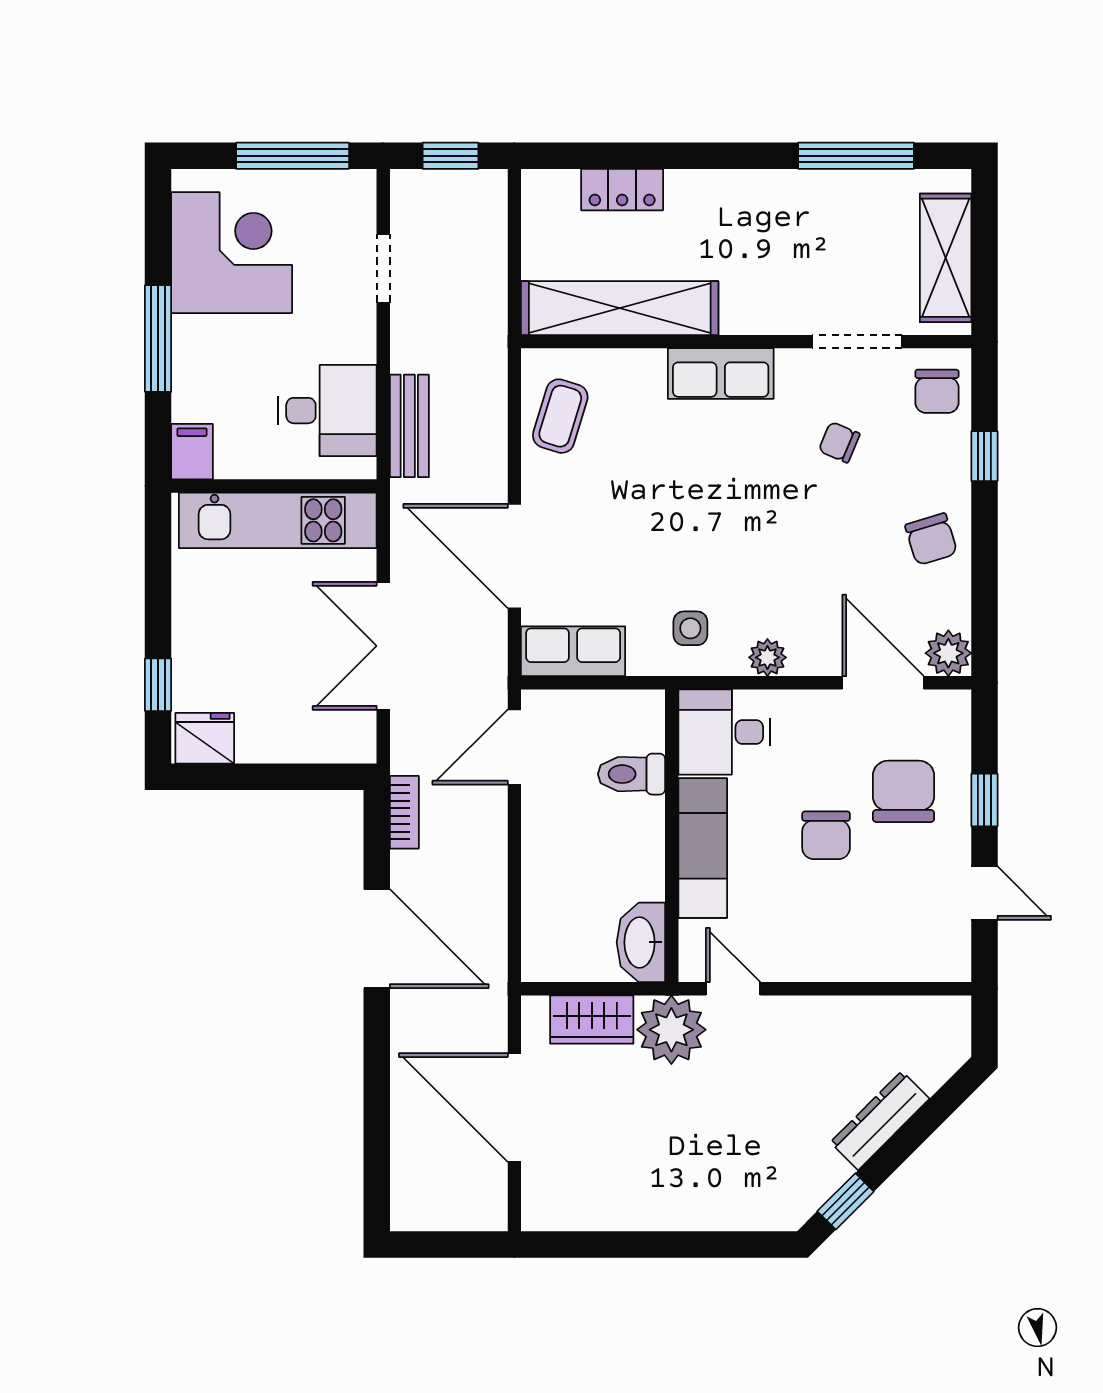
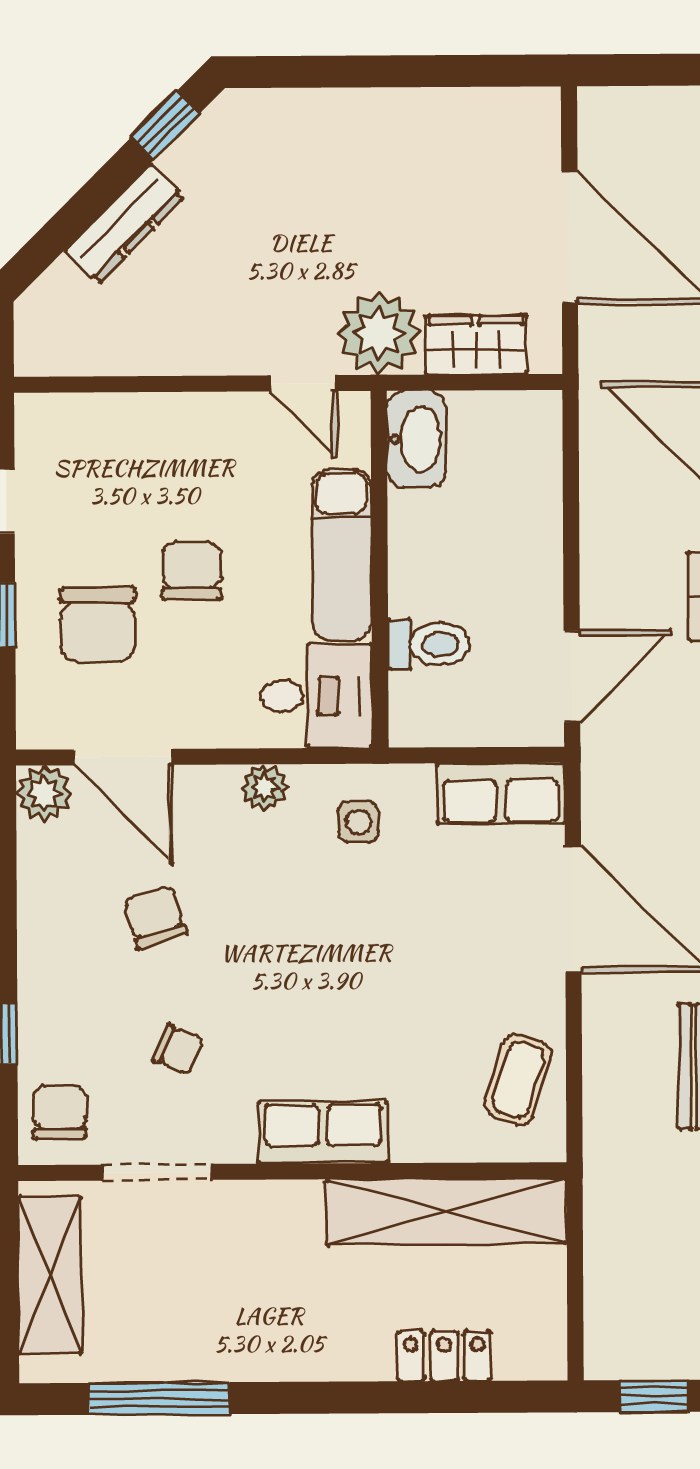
chair: (931, 539) -> (155, 917), moved

